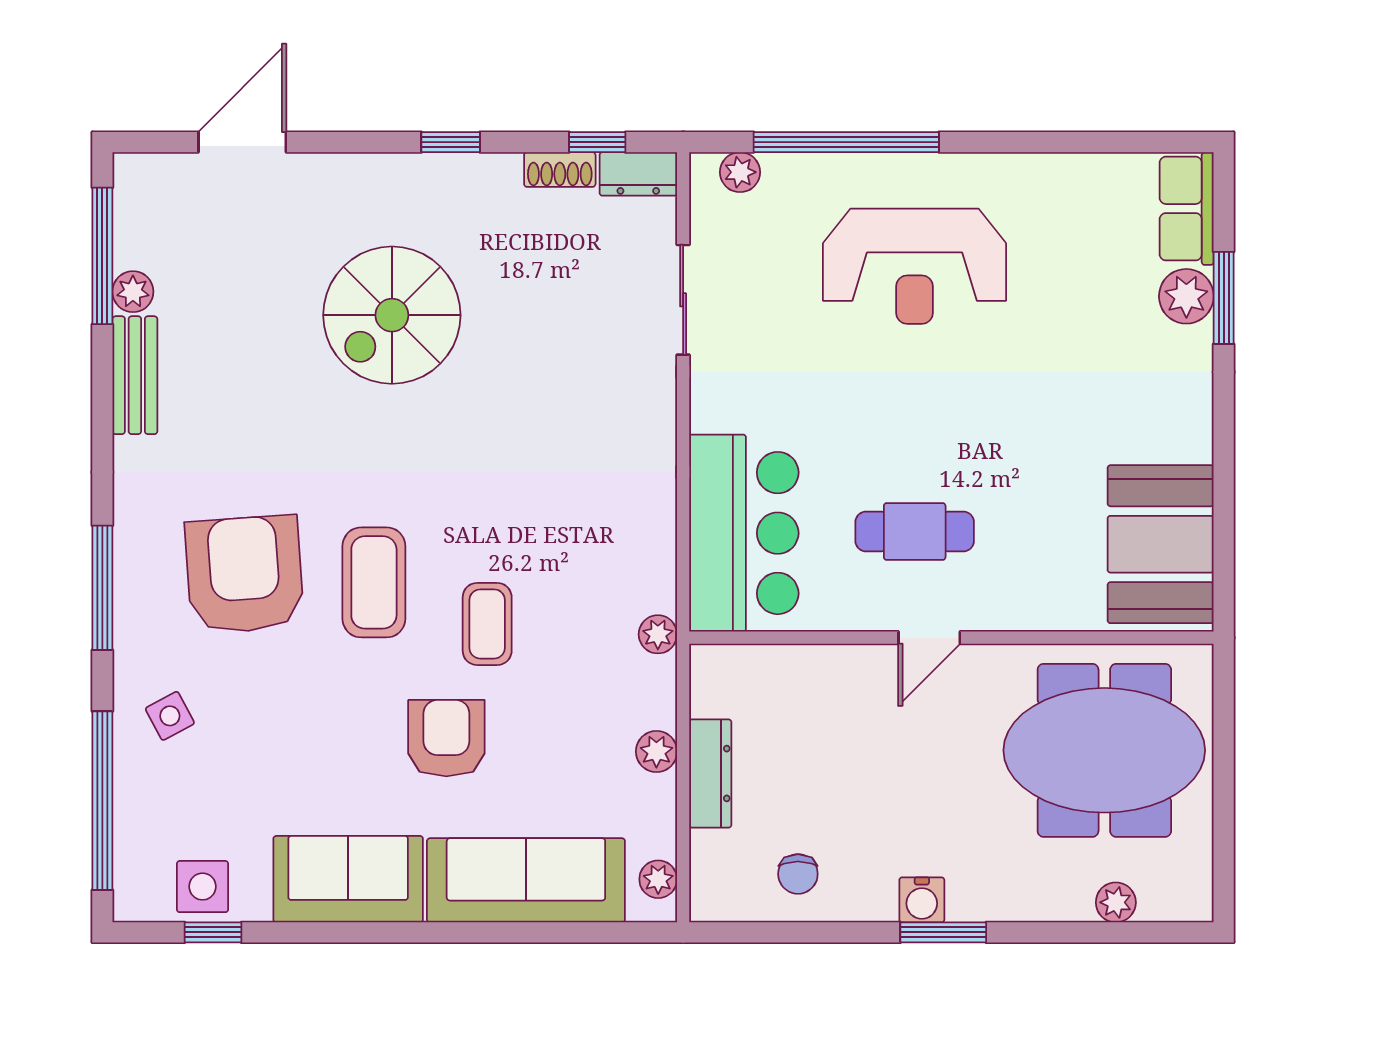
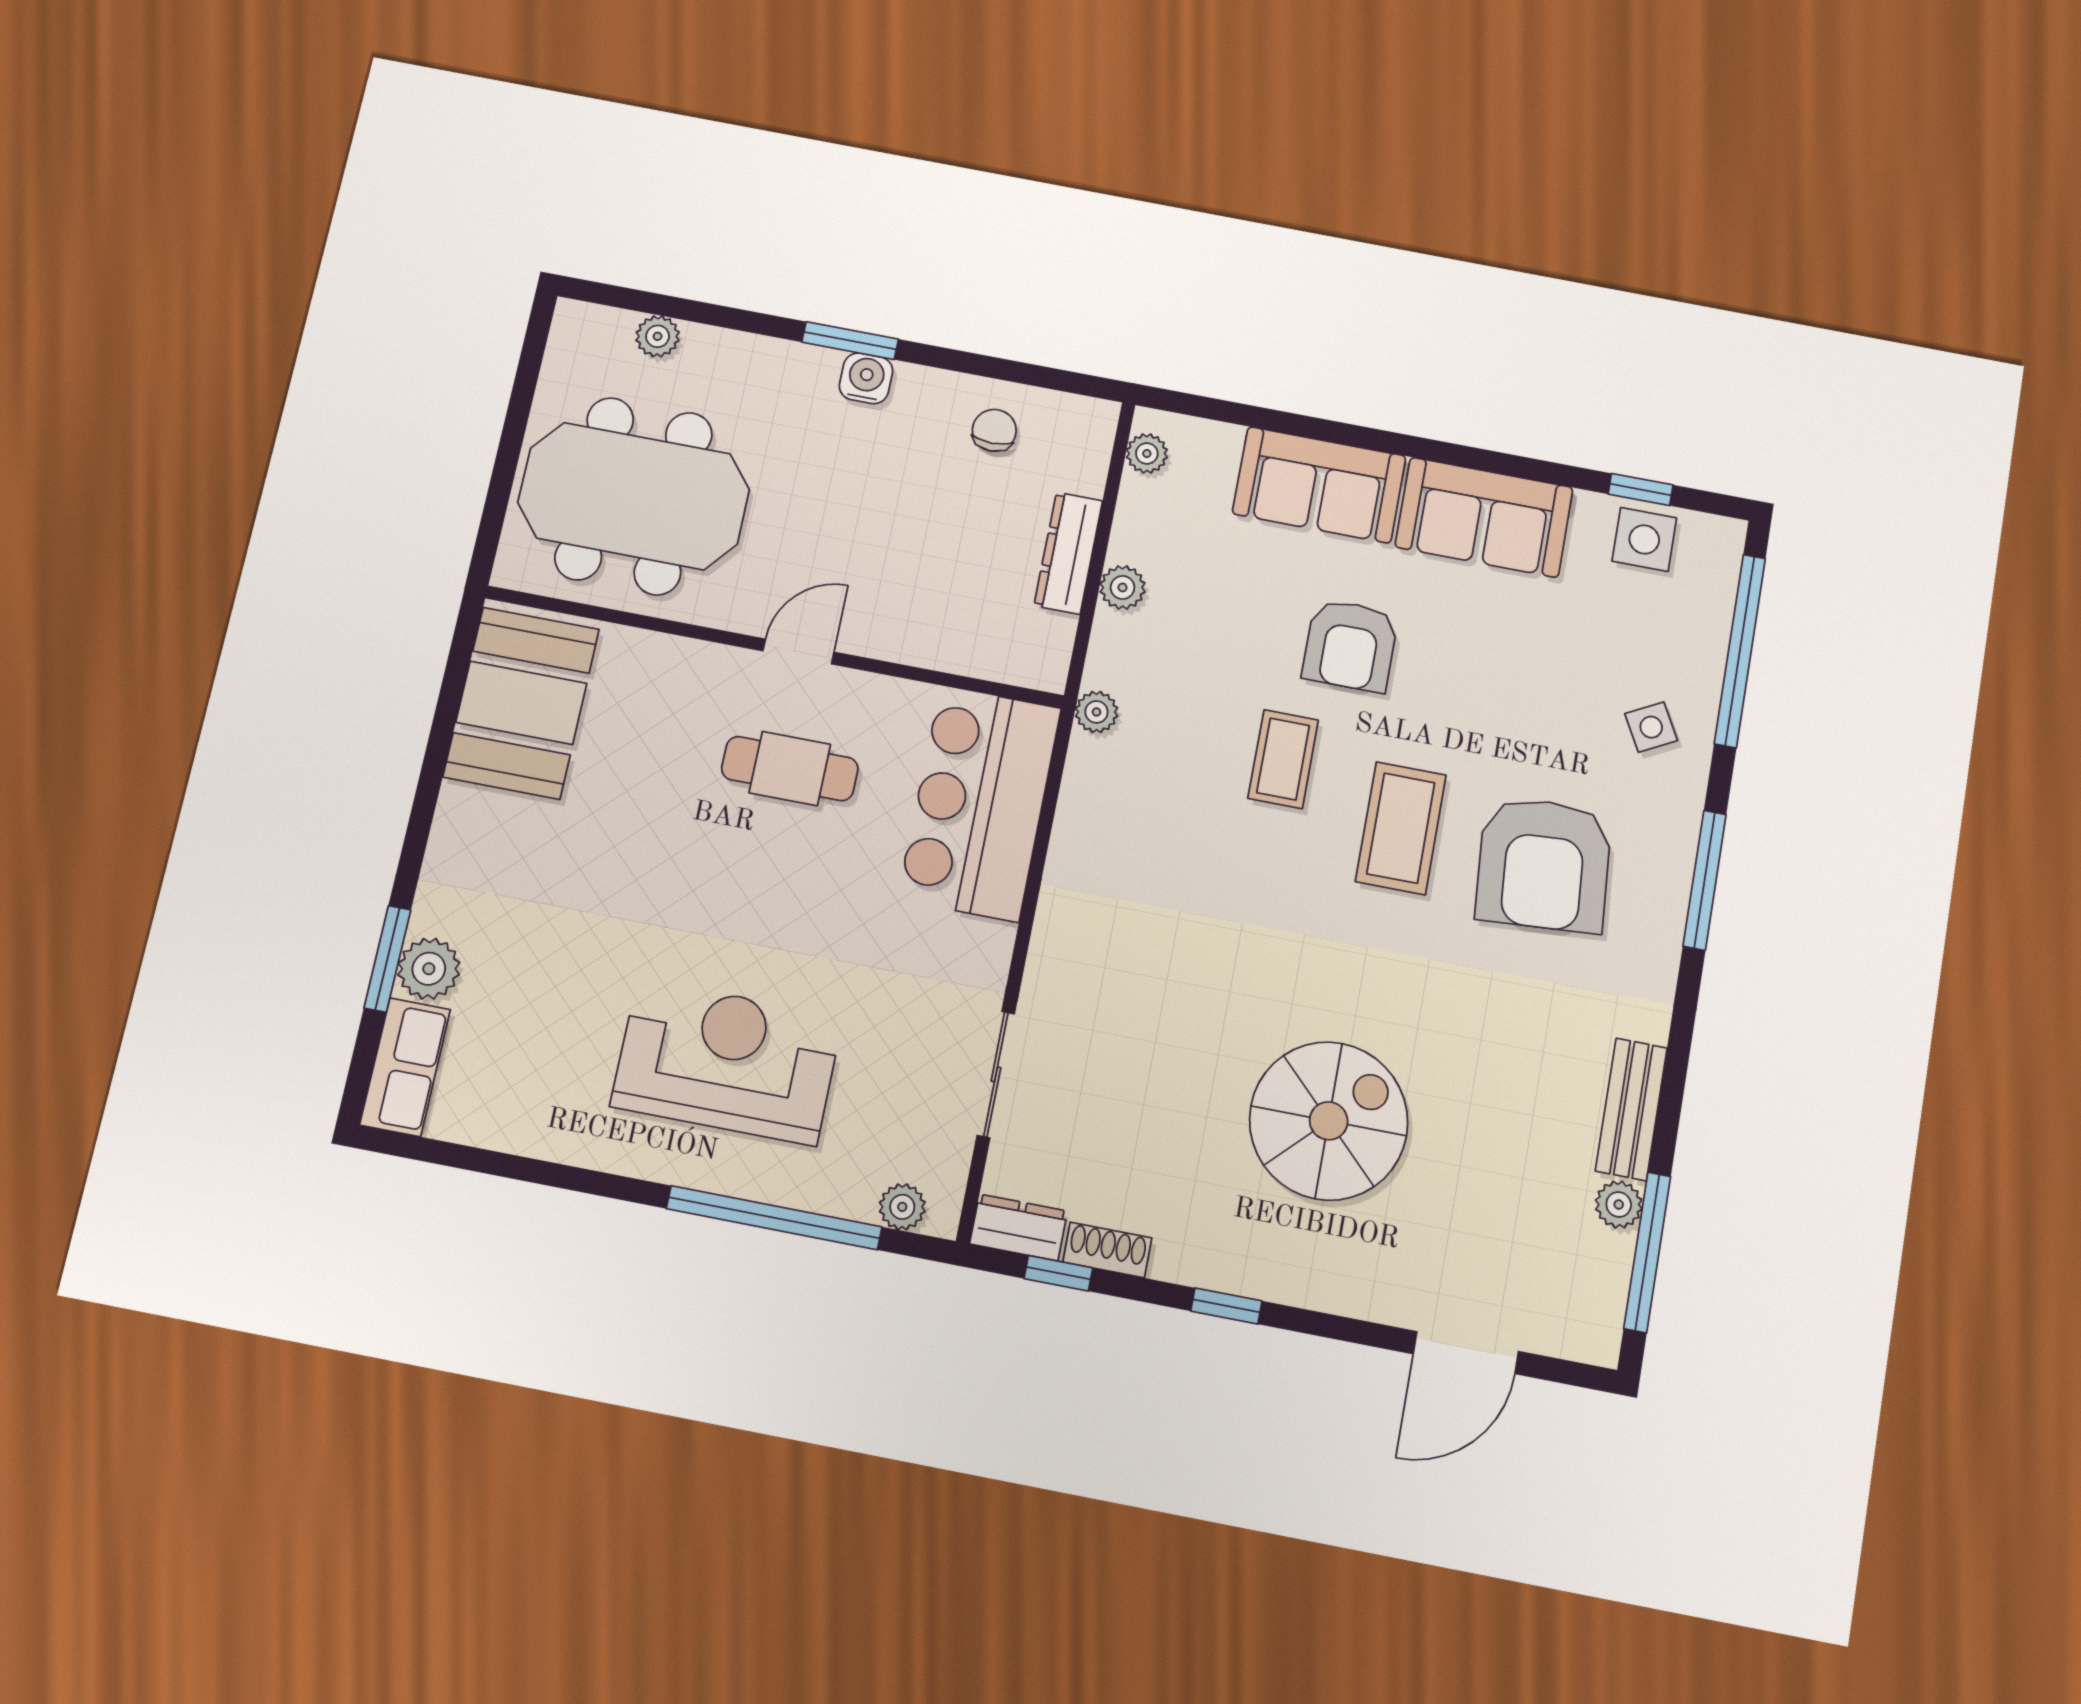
sofa: (526, 880) -> (1319, 485), width x0.73

